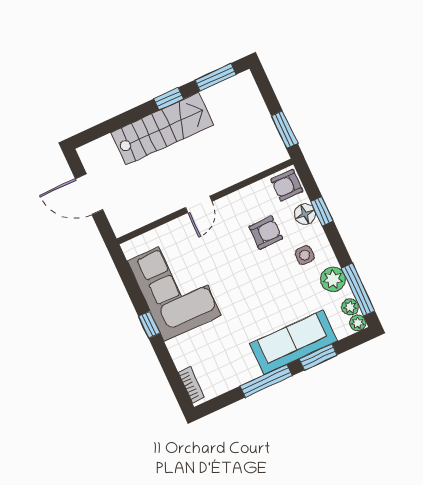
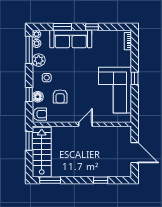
window: (169, 99) -> (101, 180), moved
stairs: (162, 129) -> (42, 152), moved, turned 90
armchair: (266, 233) -> (60, 96), turned -90
window: (266, 381) -> (92, 27), width x0.46

